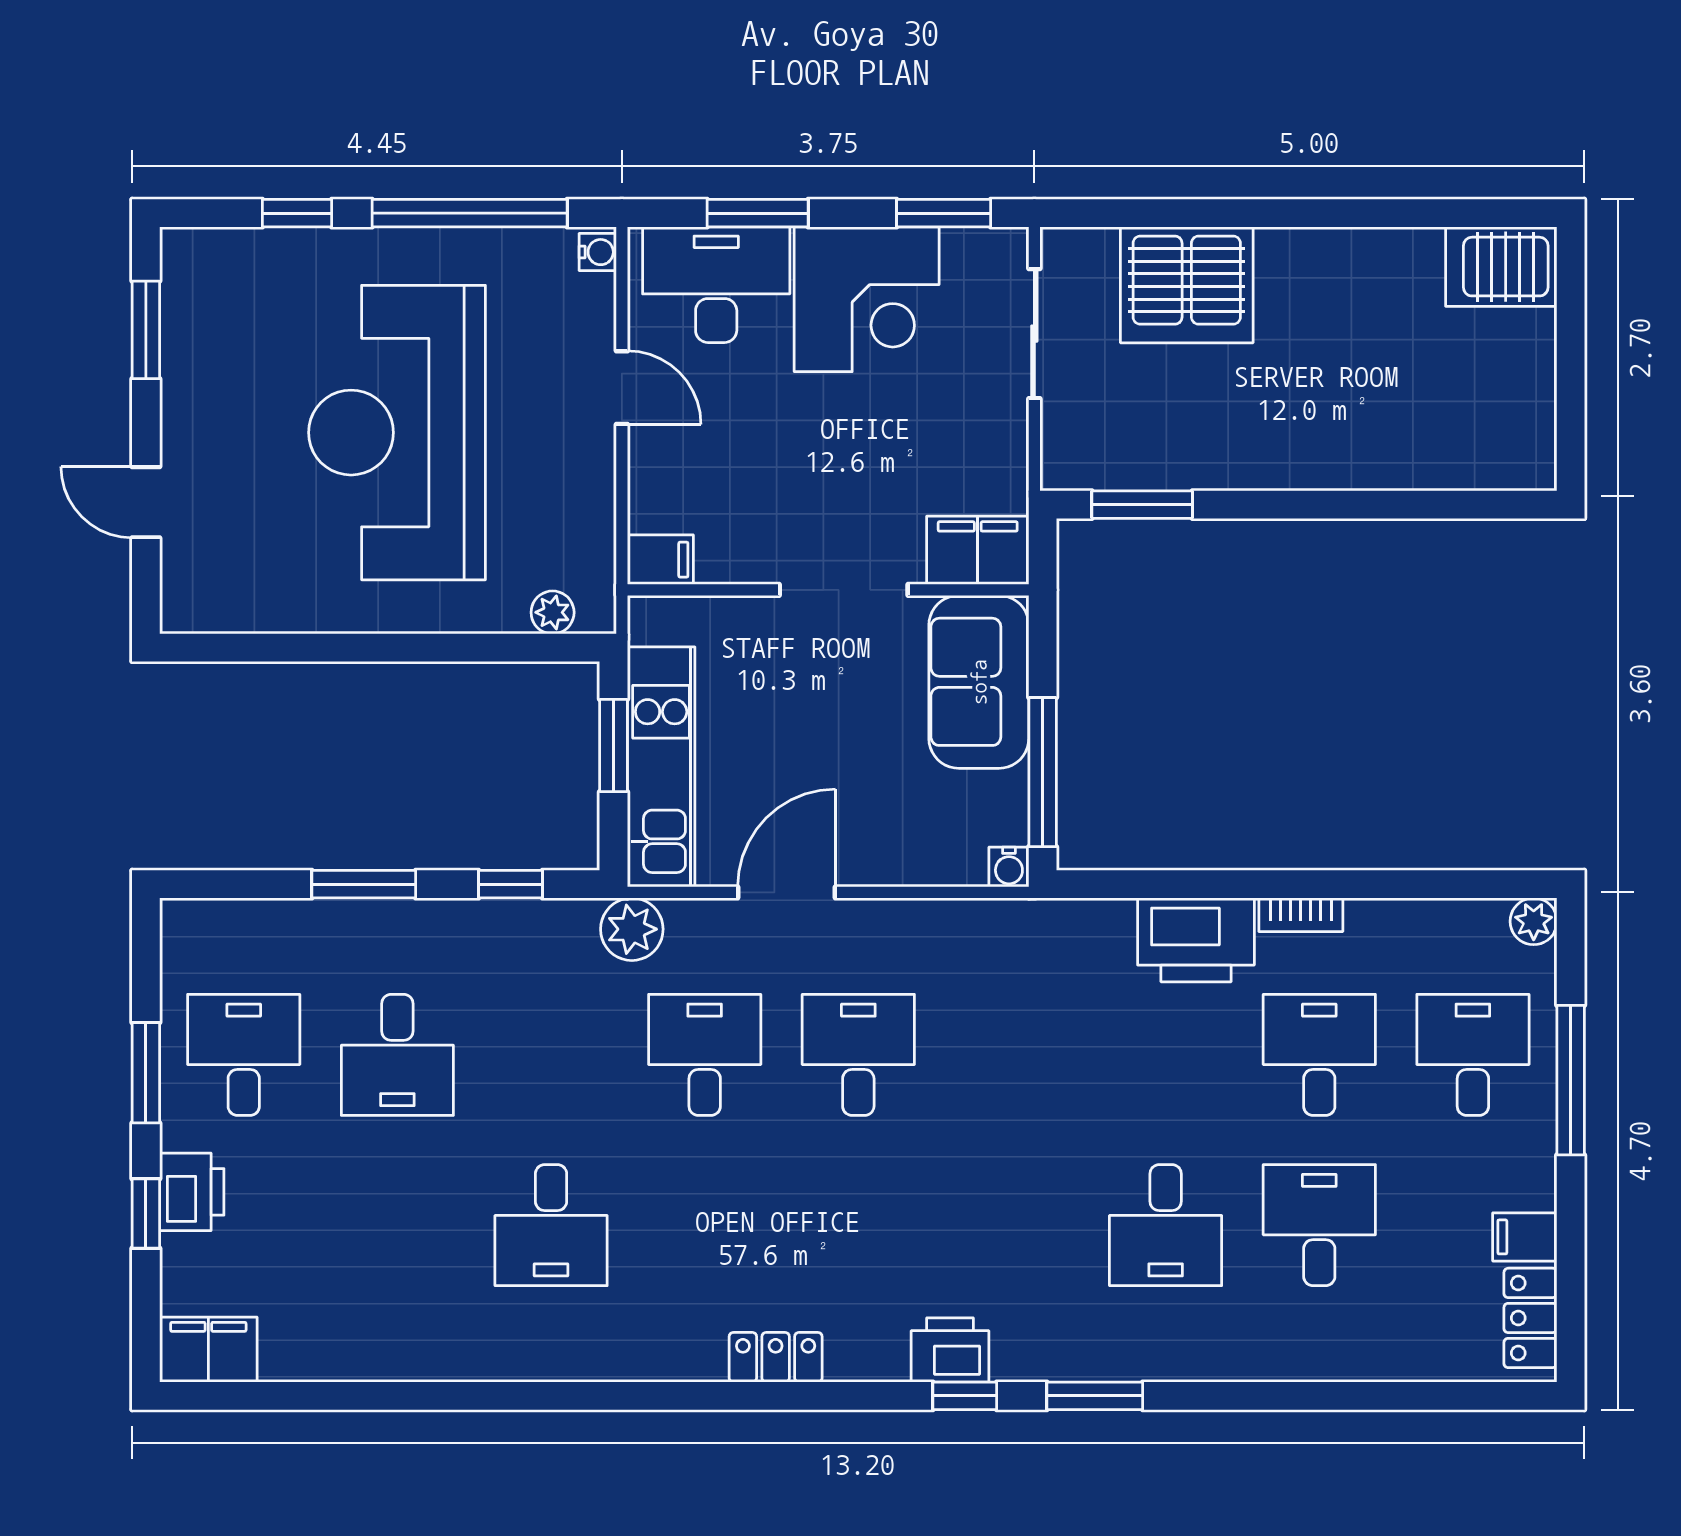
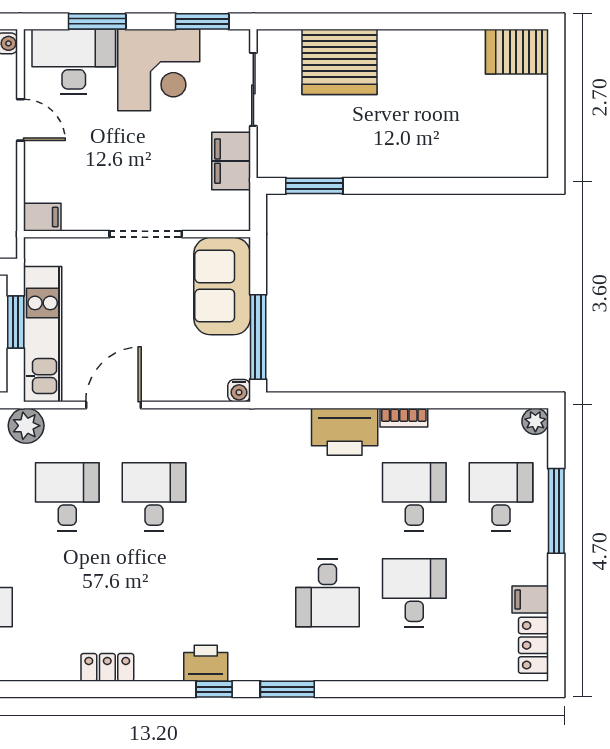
filing cabinet: (978, 550) -> (231, 161), moved, turned -90

